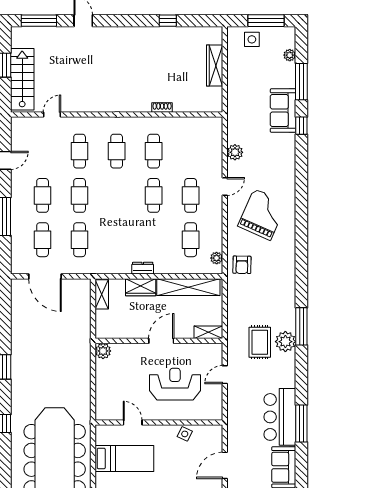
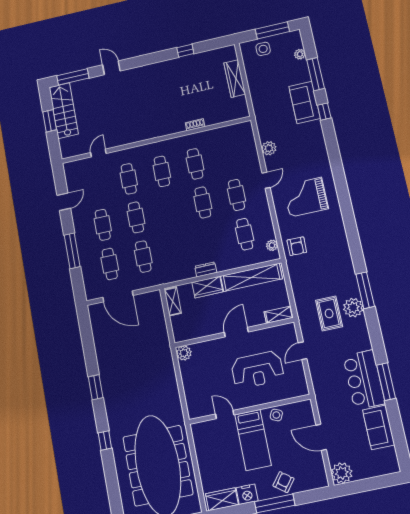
stairs: (22, 79) -> (64, 111), moved
grand piano: (262, 215) -> (306, 197), turned -114
reception desk: (175, 384) -> (257, 370), turned 180
bed: (124, 458) -> (253, 440), moved, turned 90
door: (225, 465) -> (321, 437), hinge flipped

